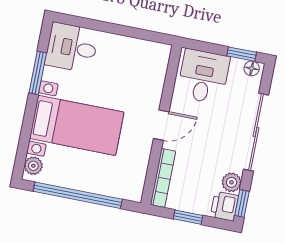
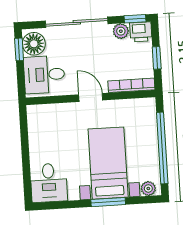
floor lamp: (252, 68) -> (34, 44), width x1.89, depth x1.89
window: (38, 73) -> (108, 202), moved

